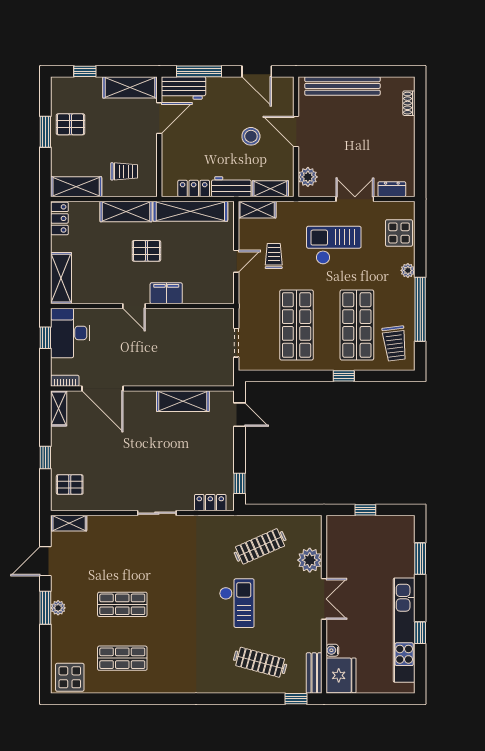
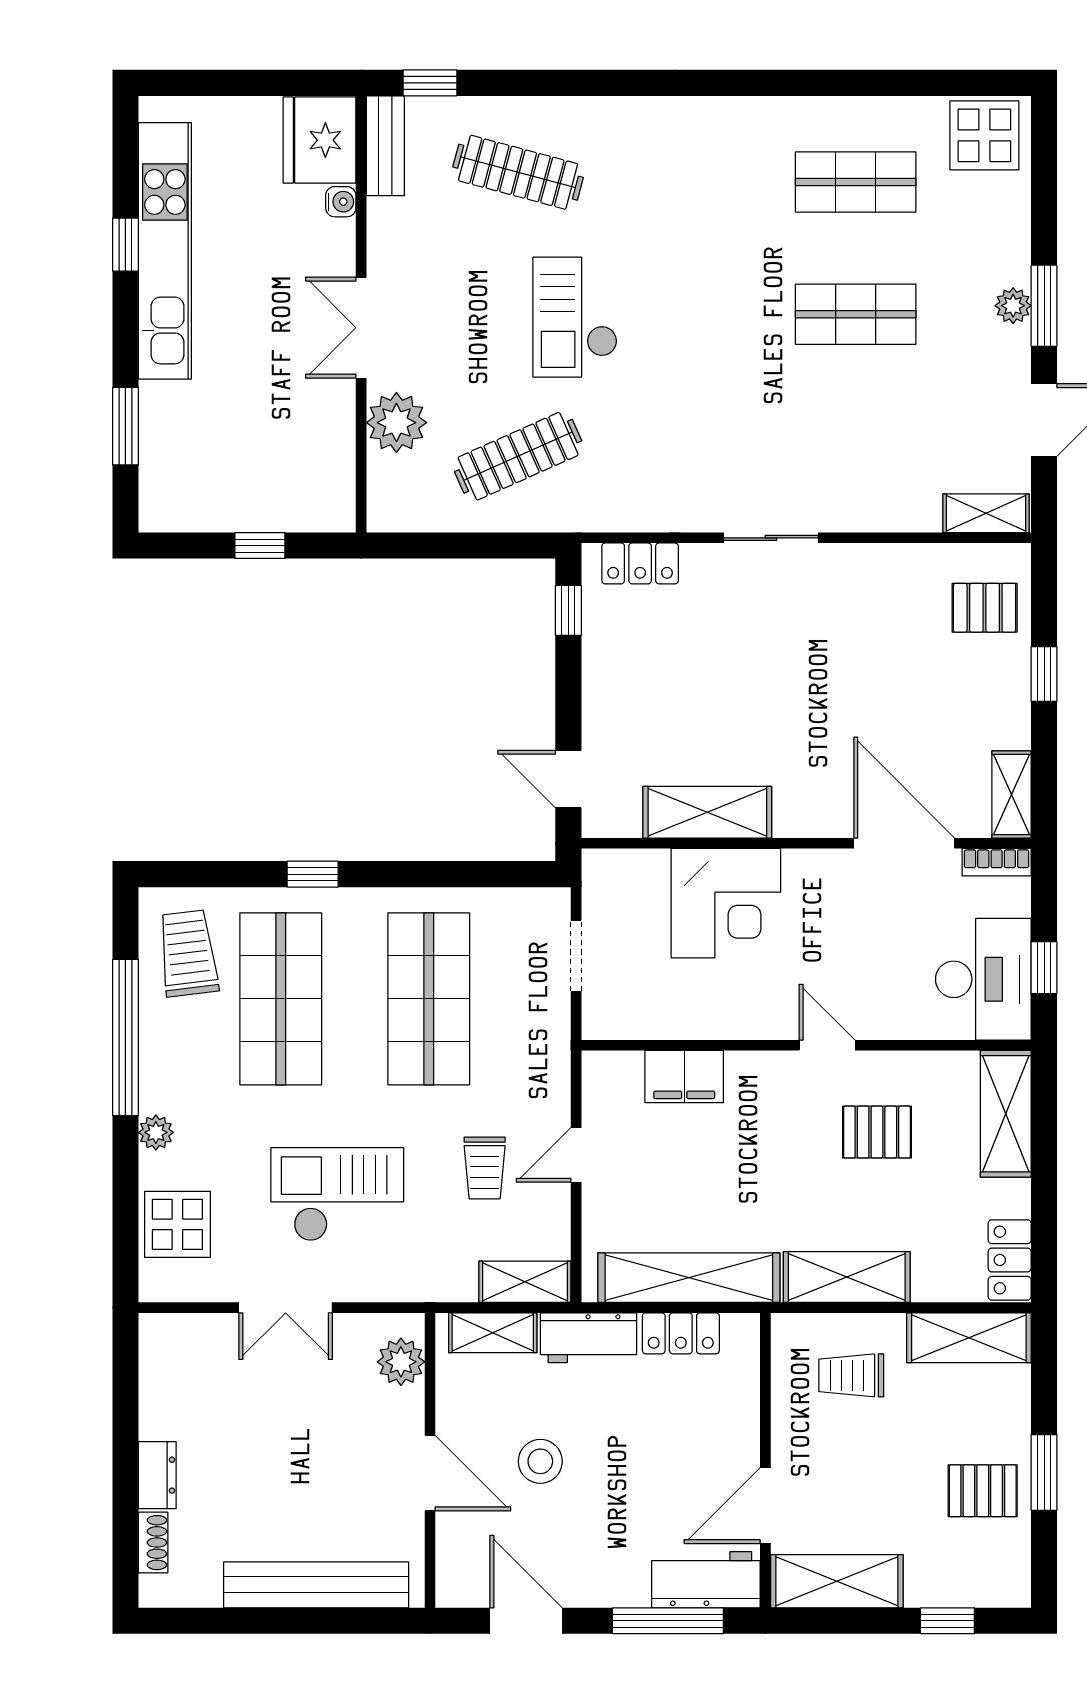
dresser: (392, 189) -> (157, 1475), moved, turned -90
checkout: (334, 245) -> (337, 1194), turned 180
pallet: (146, 251) -> (877, 1132), moved
filing cabinet: (166, 293) -> (684, 1077), moved
corner desk: (175, 364) -> (726, 903), added

